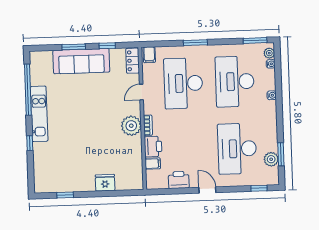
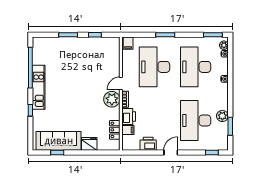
sofa: (81, 61) -> (59, 141), moved, turned 180
locker: (133, 61) -> (115, 130), moved
door: (141, 92) -> (121, 83), moved
plant: (271, 159) -> (222, 116), moved
door: (207, 190) -> (171, 153), hinge flipped

